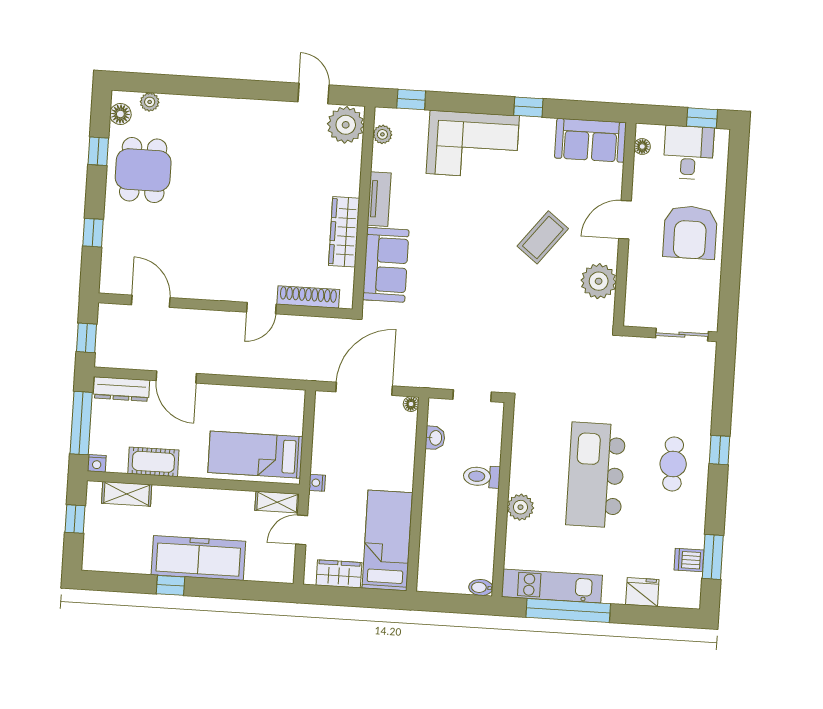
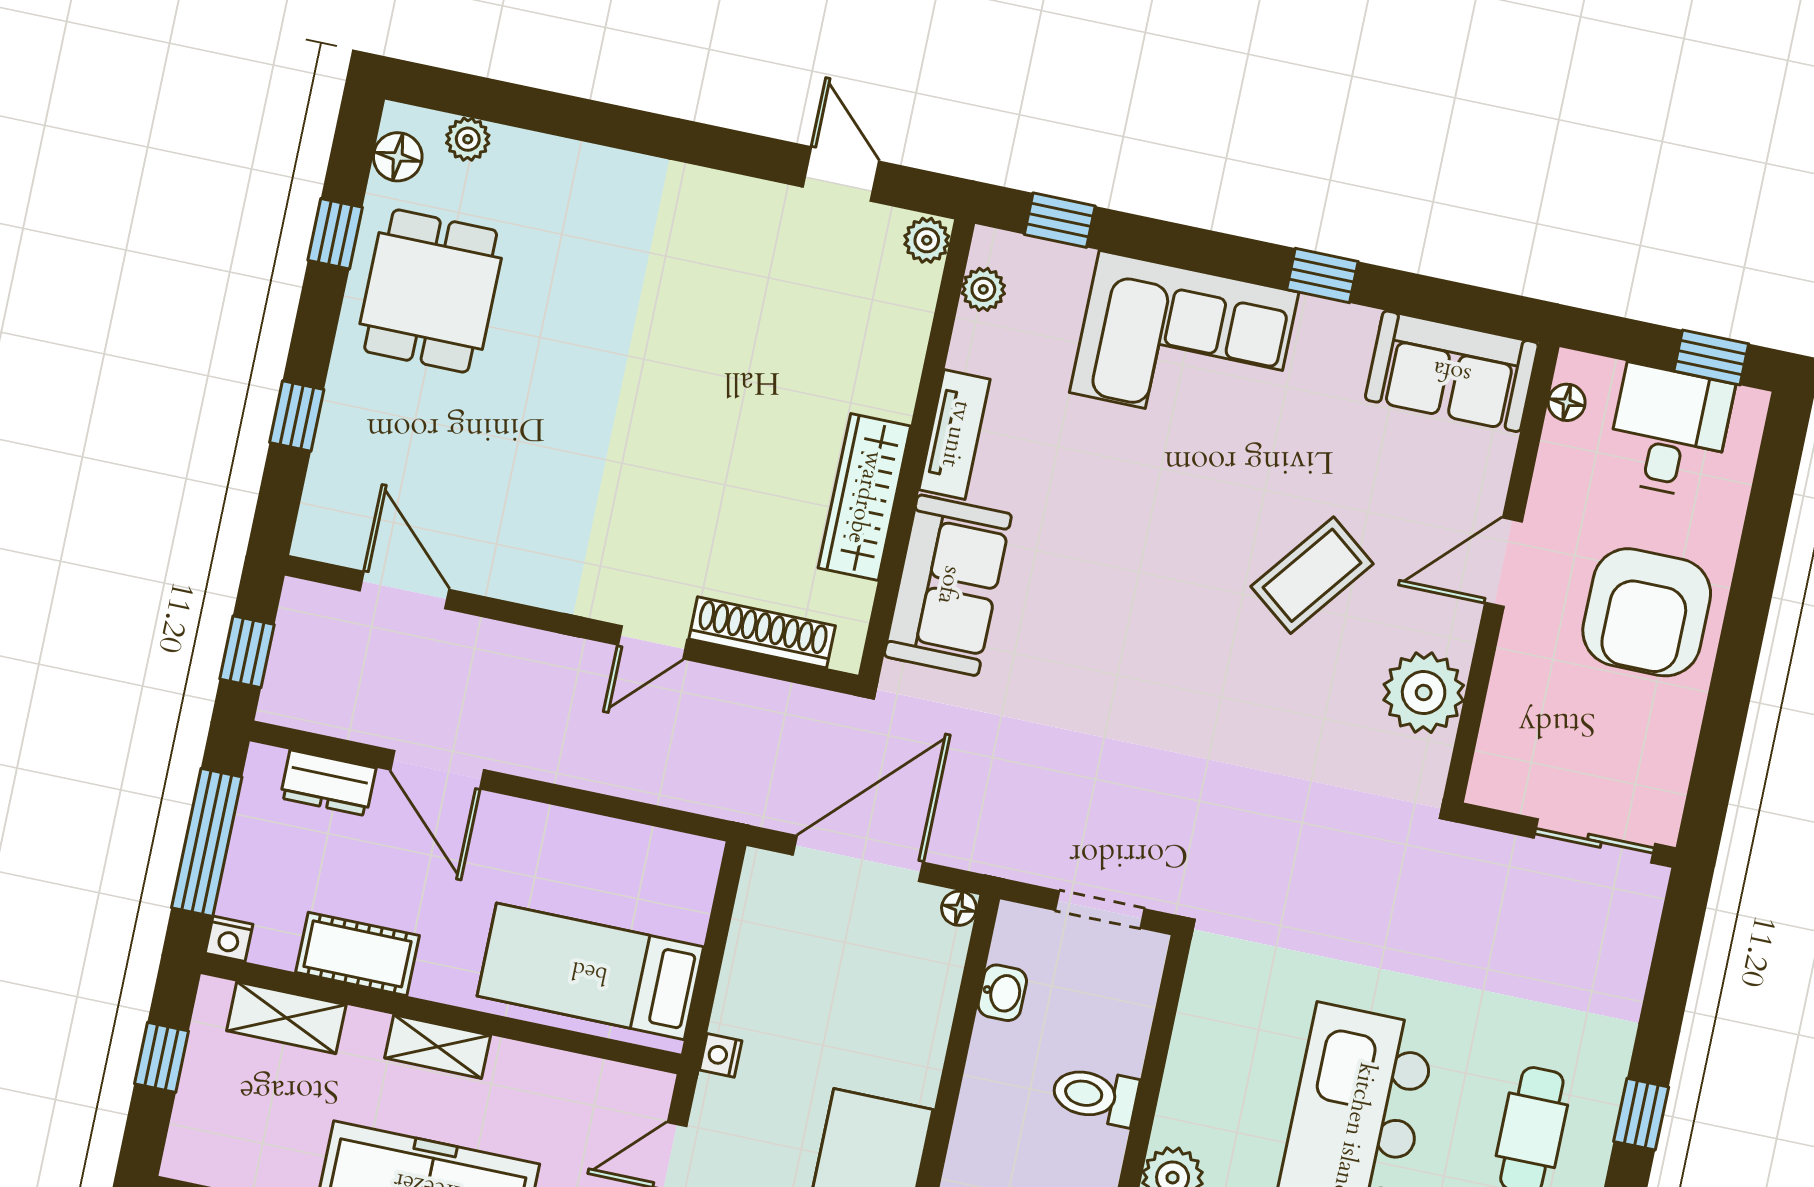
plant: (346, 125) -> (927, 240), width x0.53, depth x0.53
dresser: (121, 389) -> (328, 783), width x0.70
shelving: (277, 502) -> (438, 1047), moved

